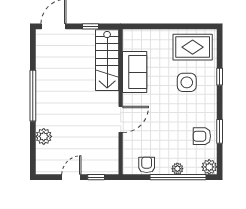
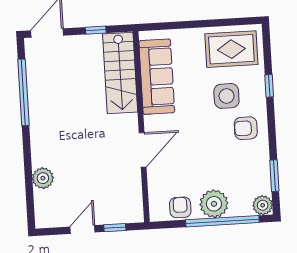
sofa: (135, 72) -> (157, 77), width x1.36
window: (33, 96) -> (23, 92), moved
window: (220, 131) -> (274, 176), moved
armchair: (202, 136) -> (246, 128), moved
plant: (177, 169) -> (214, 204), width x1.88, depth x1.88

